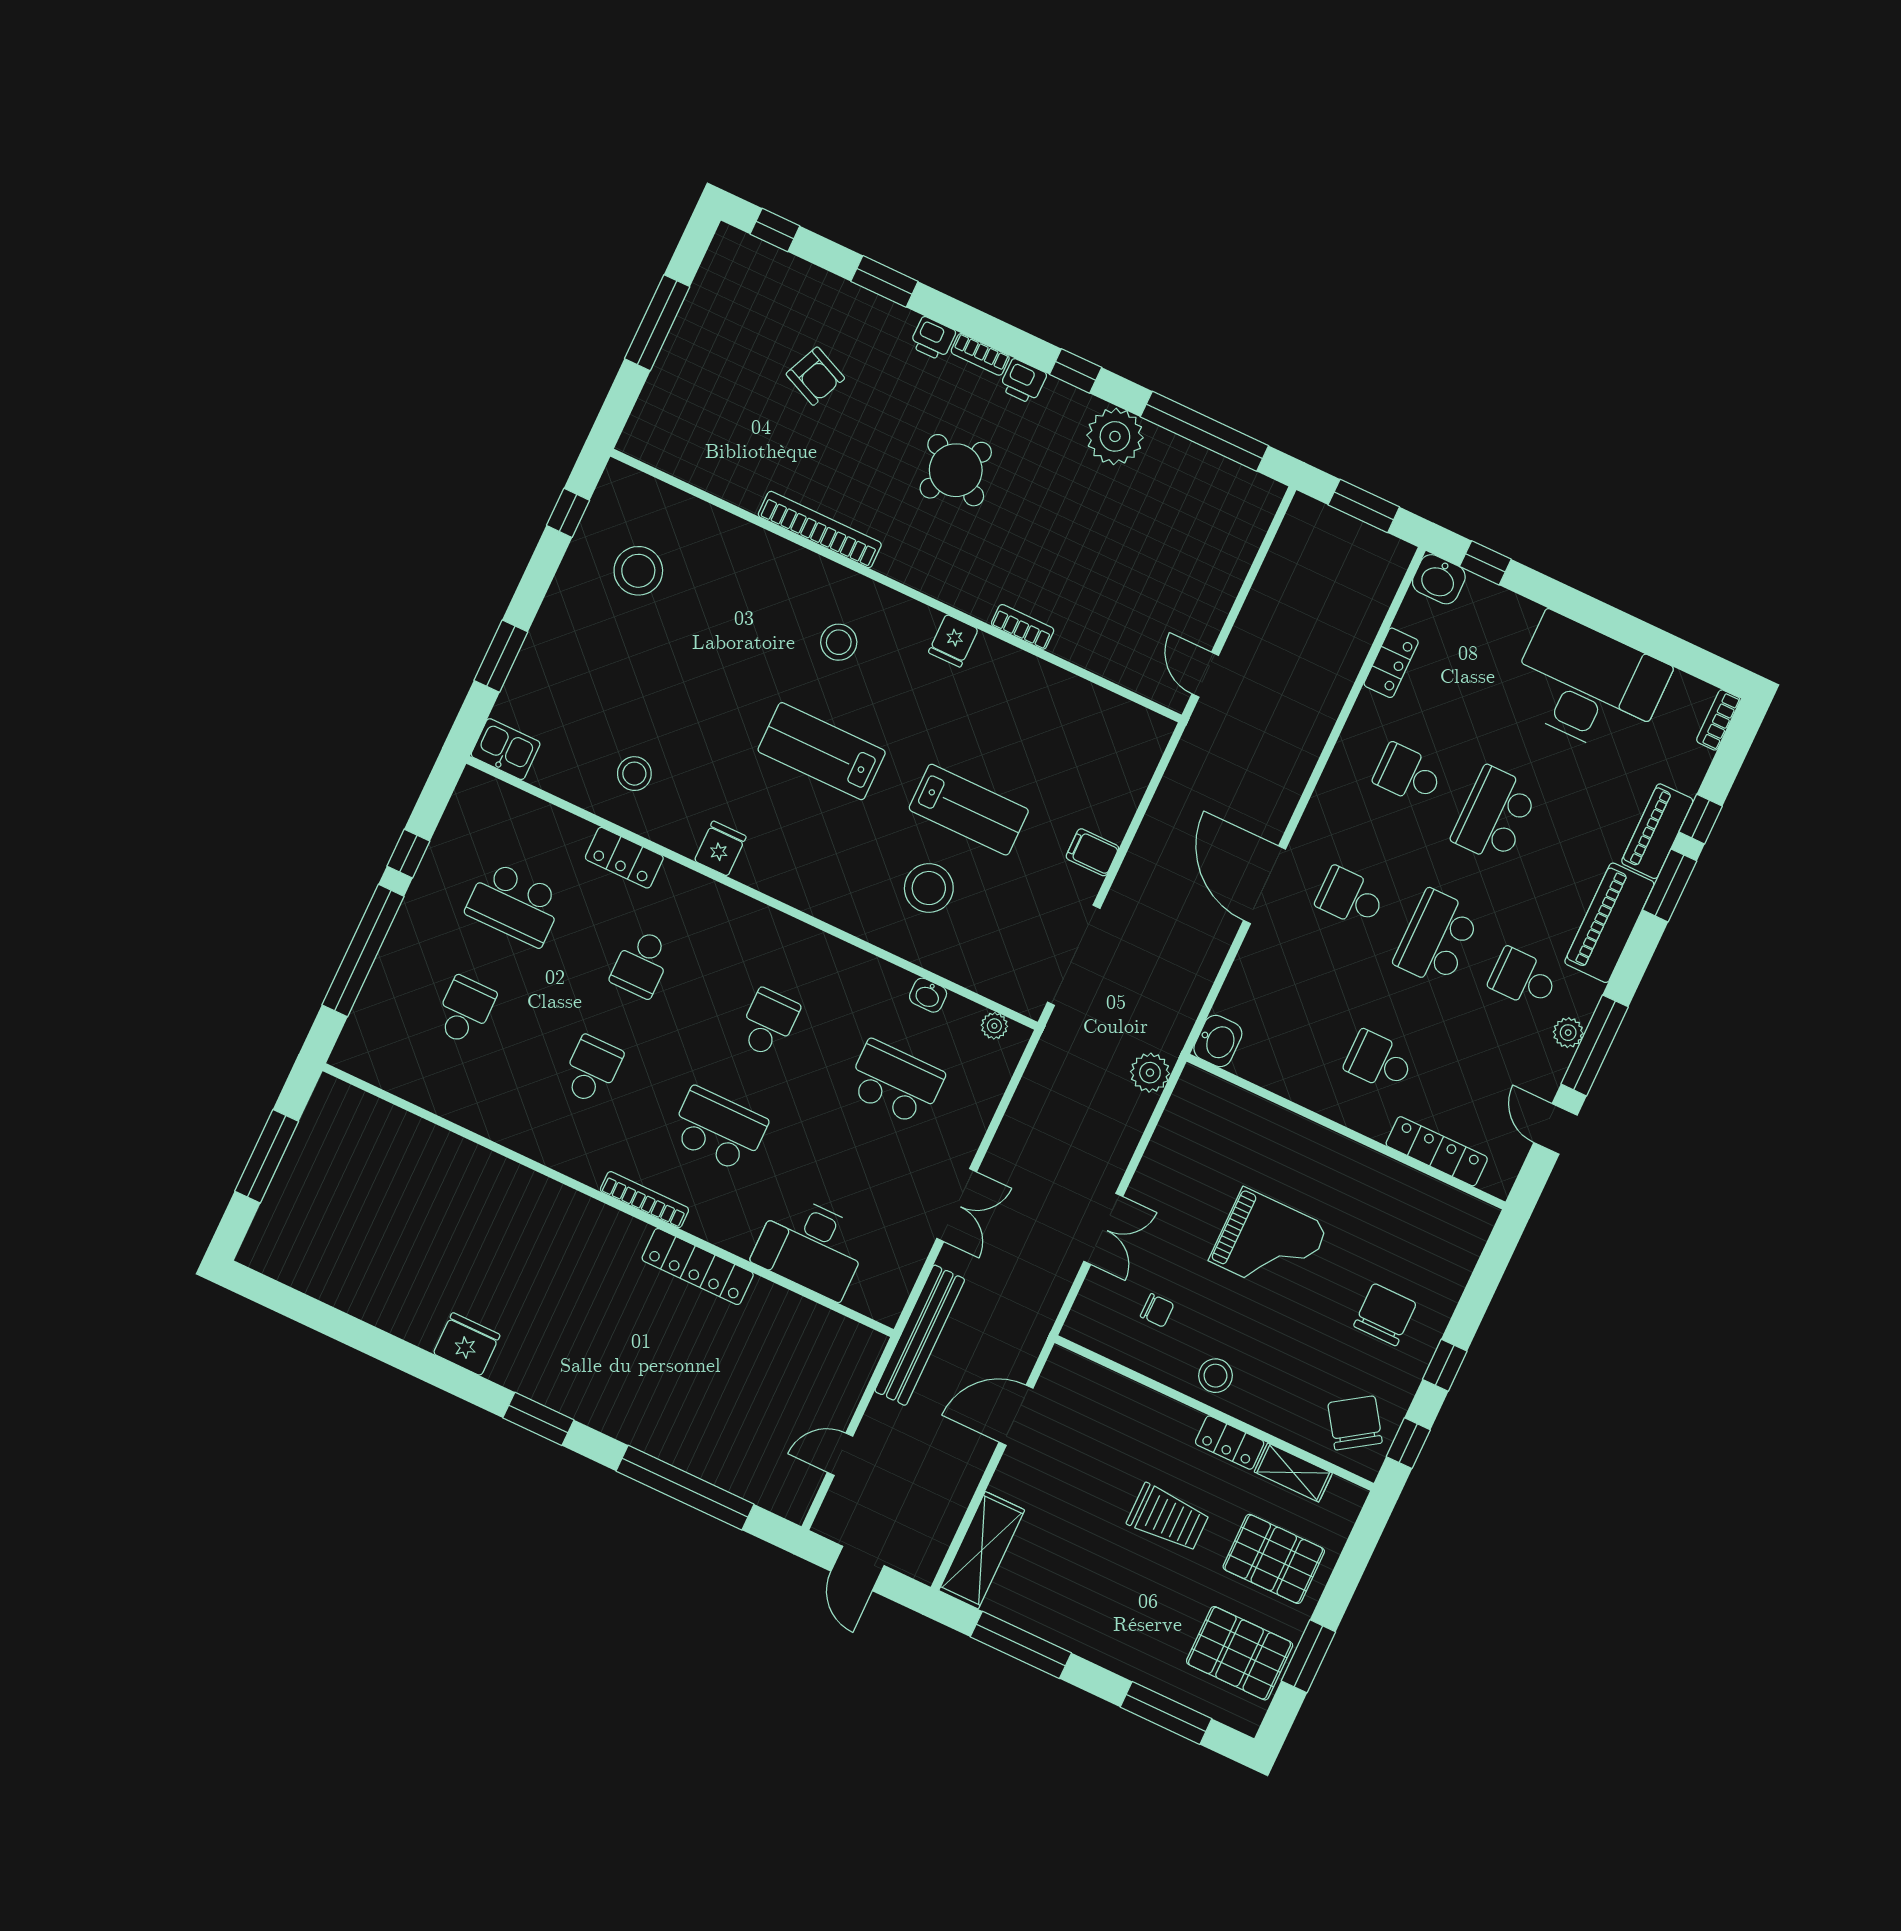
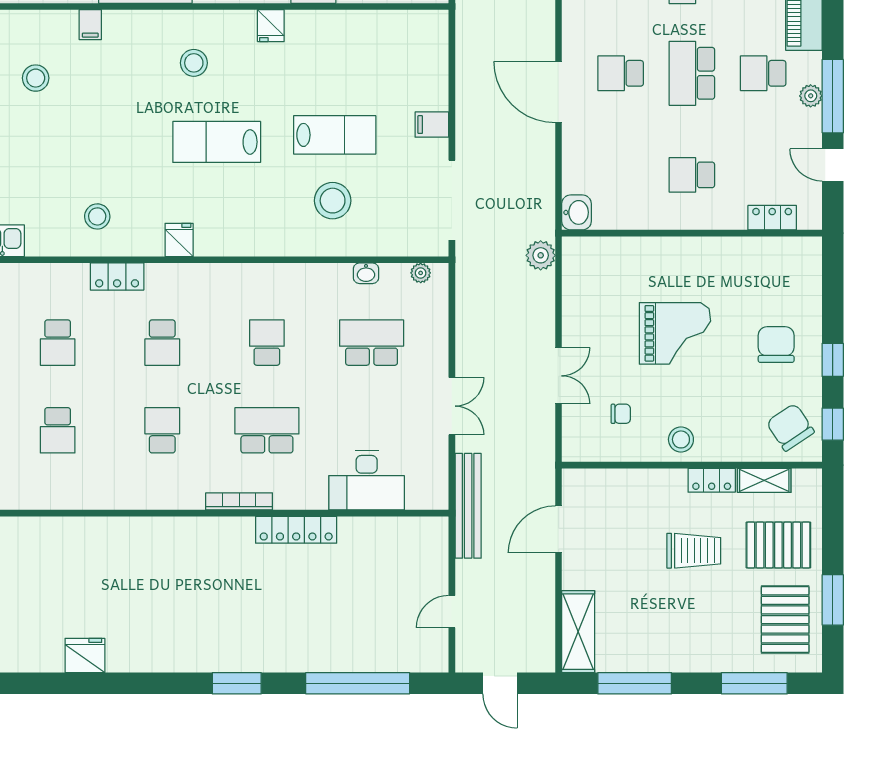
filing cabinet: (735, 537) -> (90, 25), added
stool: (638, 571) -> (36, 78), width x0.73, depth x0.73
school desk: (515, 904) -> (58, 343), width x0.54
school desk: (465, 1010) -> (58, 430), turned 180
locker: (1437, 1151) -> (772, 218), width x0.66
fridge: (467, 1344) -> (85, 655), moved
pallet: (1240, 1653) -> (785, 620), turned 90

